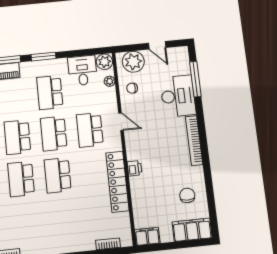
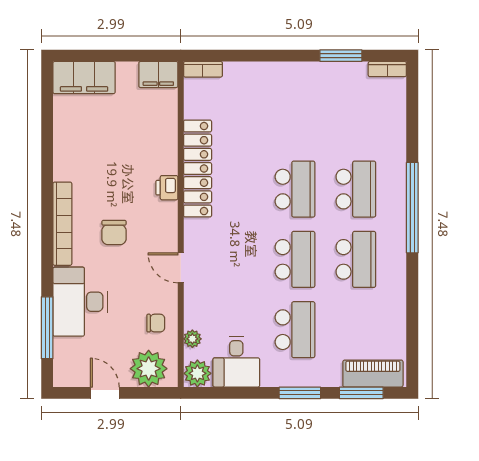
school desk: (90, 130) -> (234, 259), removed
chair: (187, 195) -> (114, 233), moved
bookcase: (108, 244) -> (203, 69), moved

